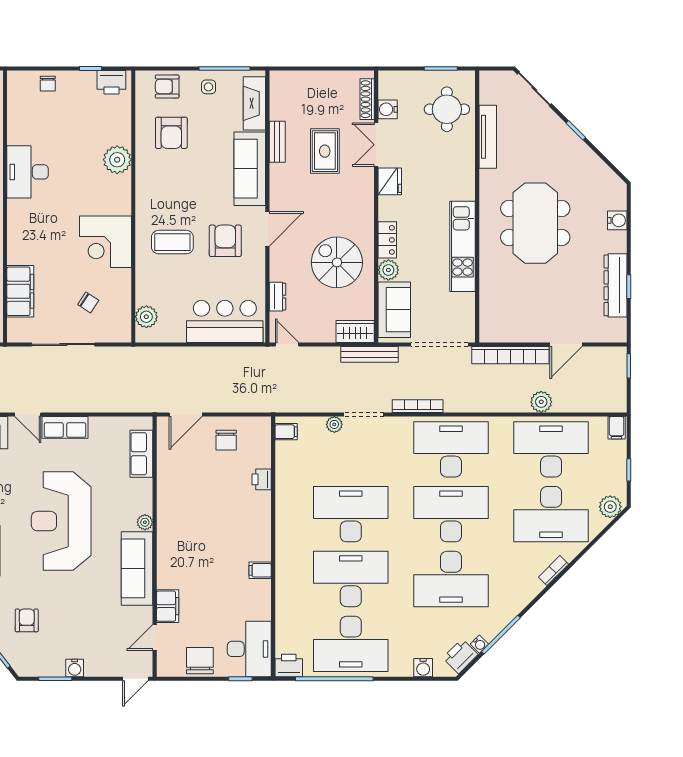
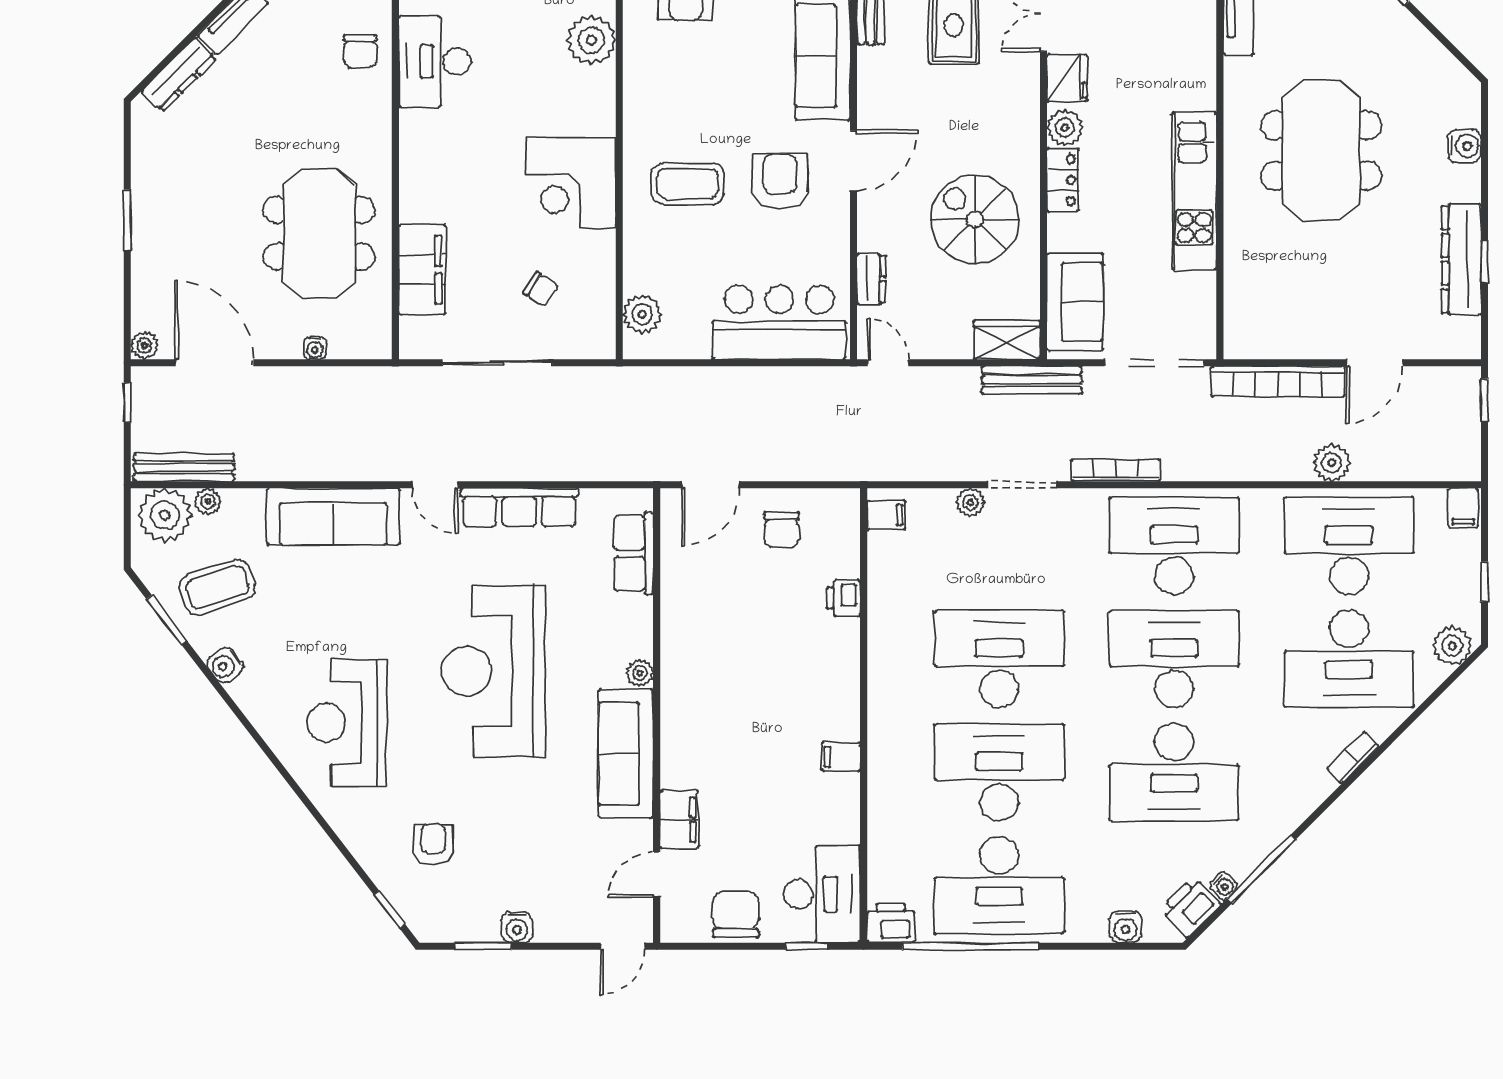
plant: (388, 270) -> (1065, 128), moved
row of seats: (65, 427) -> (519, 507), width x1.48

